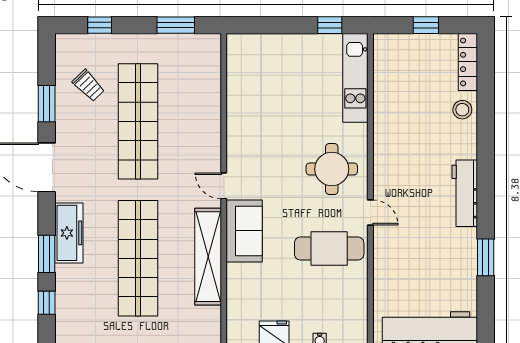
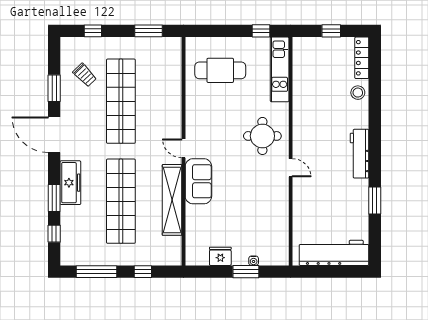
cafe table: (329, 249) -> (220, 70), moved

